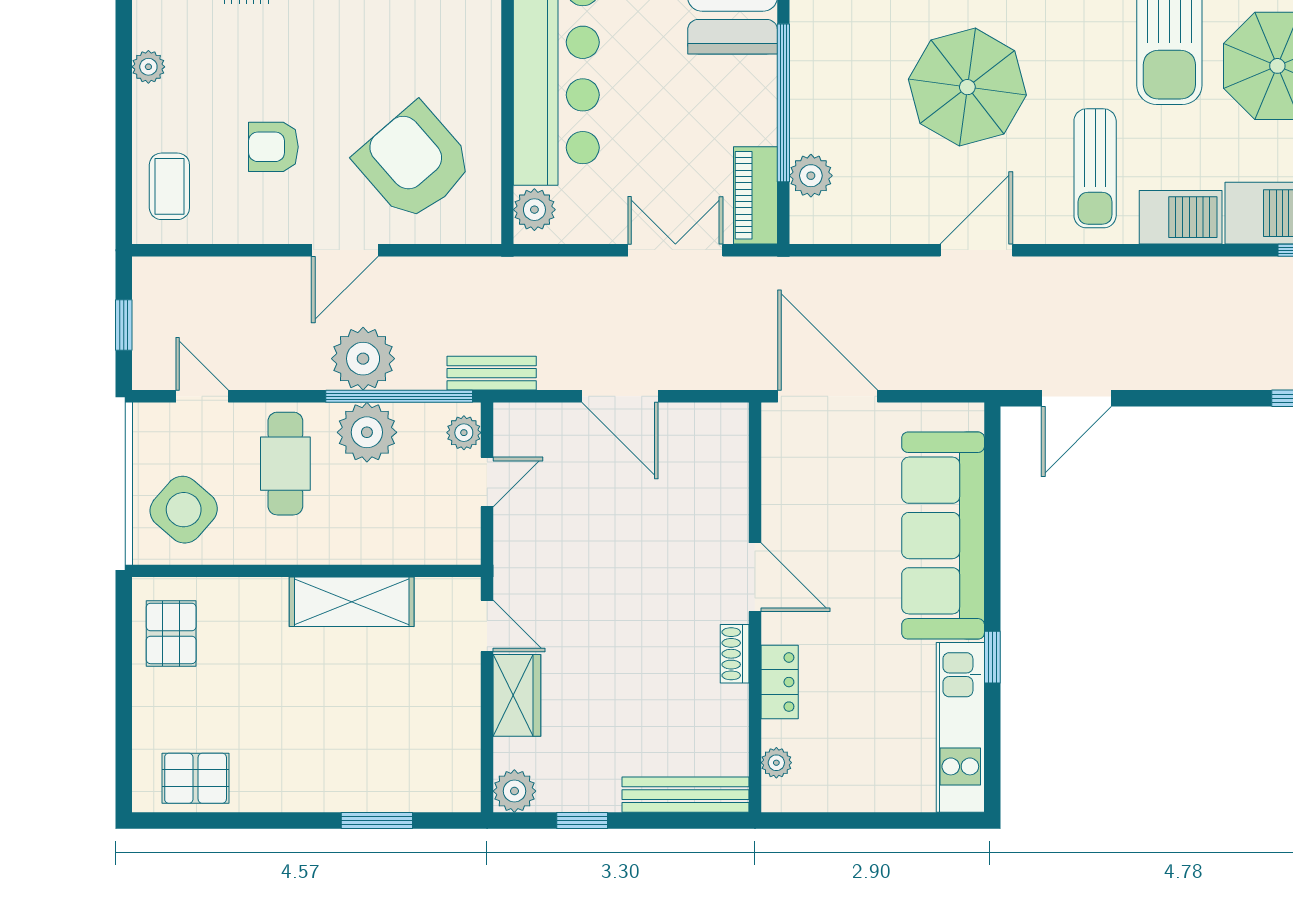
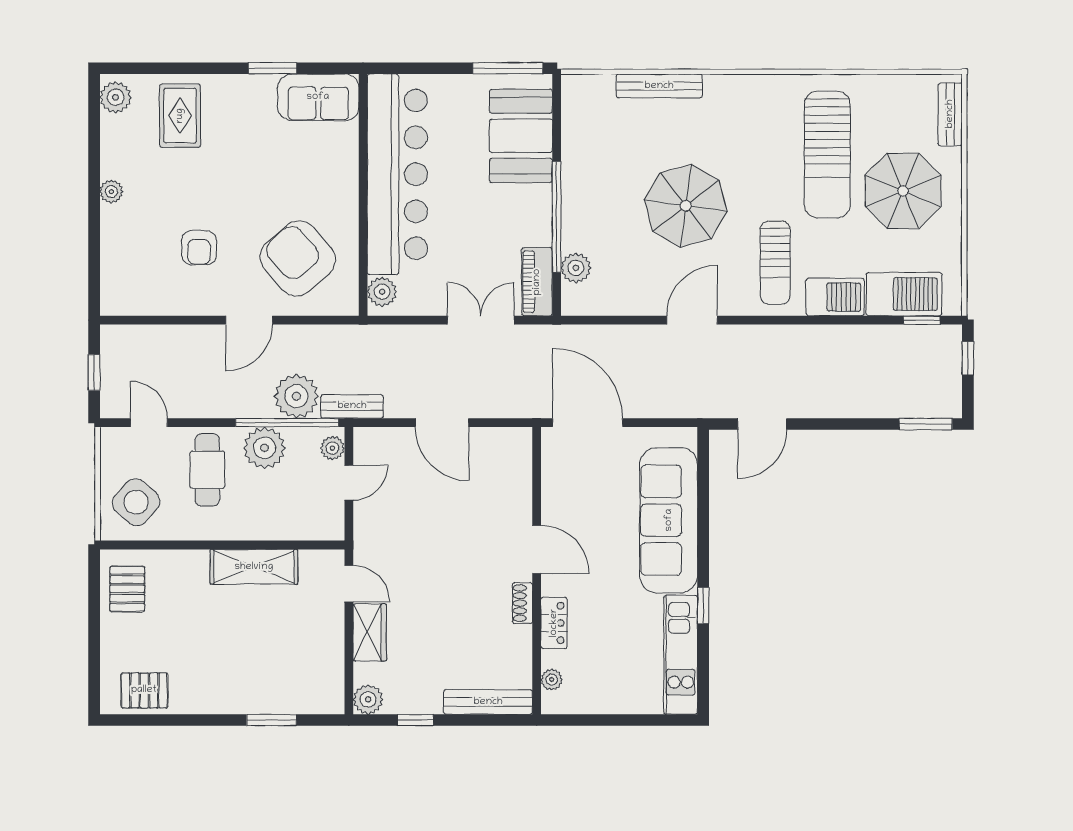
armchair: (273, 147) -> (199, 248), turned -90
coffee table: (169, 186) -> (126, 275), removed
plant: (363, 359) -> (296, 396), moved

